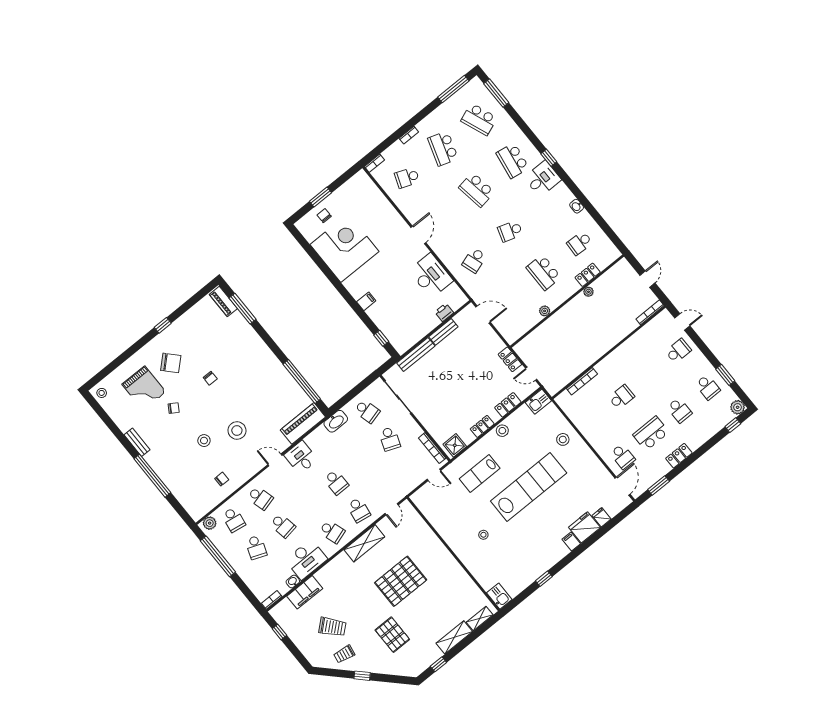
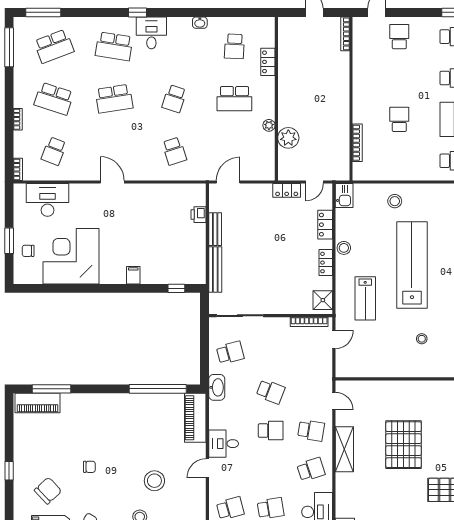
desk: (431, 276) -> (47, 200), moved
plant: (588, 292) -> (288, 138), moved, width x1.88, depth x1.88
piano: (223, 301) -> (37, 403), width x1.37, depth x1.33
school desk: (390, 439) -> (271, 392), moved

